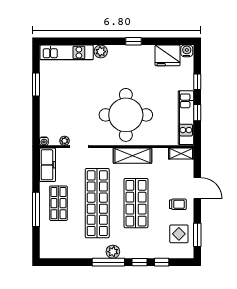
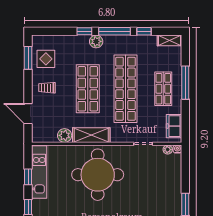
plant: (65, 141) -> (168, 150), moved
shelving: (181, 154) -> (169, 40), moved
plant: (160, 155) -> (65, 135), added
freezer: (48, 165) -> (174, 126), width x0.71
door: (197, 188) -> (28, 114), moved
plant: (113, 252) -> (96, 41), moved
window: (162, 262) -> (144, 31), moved

